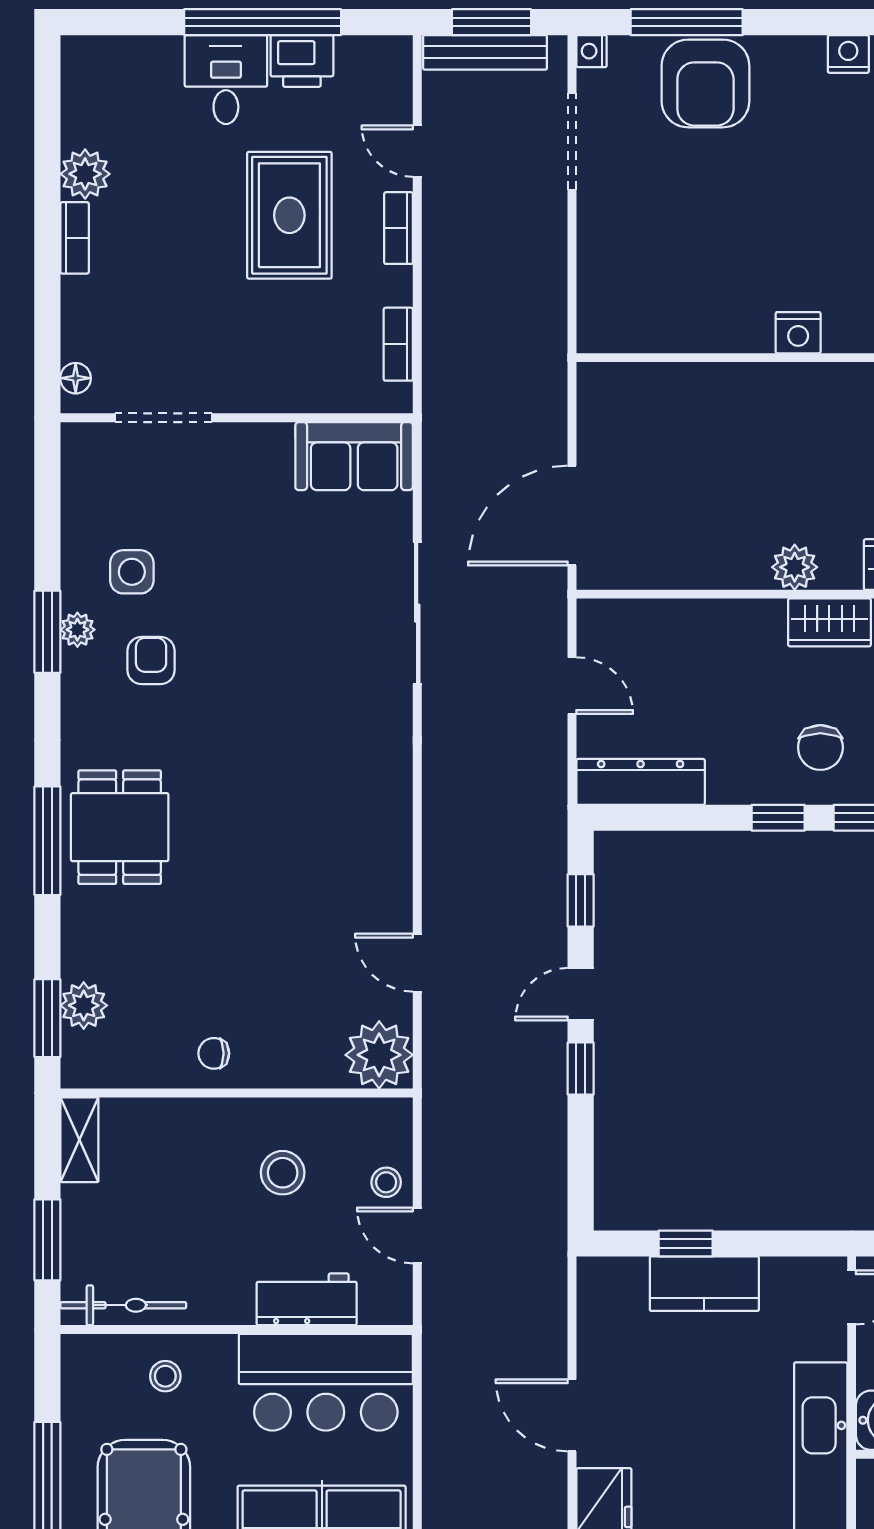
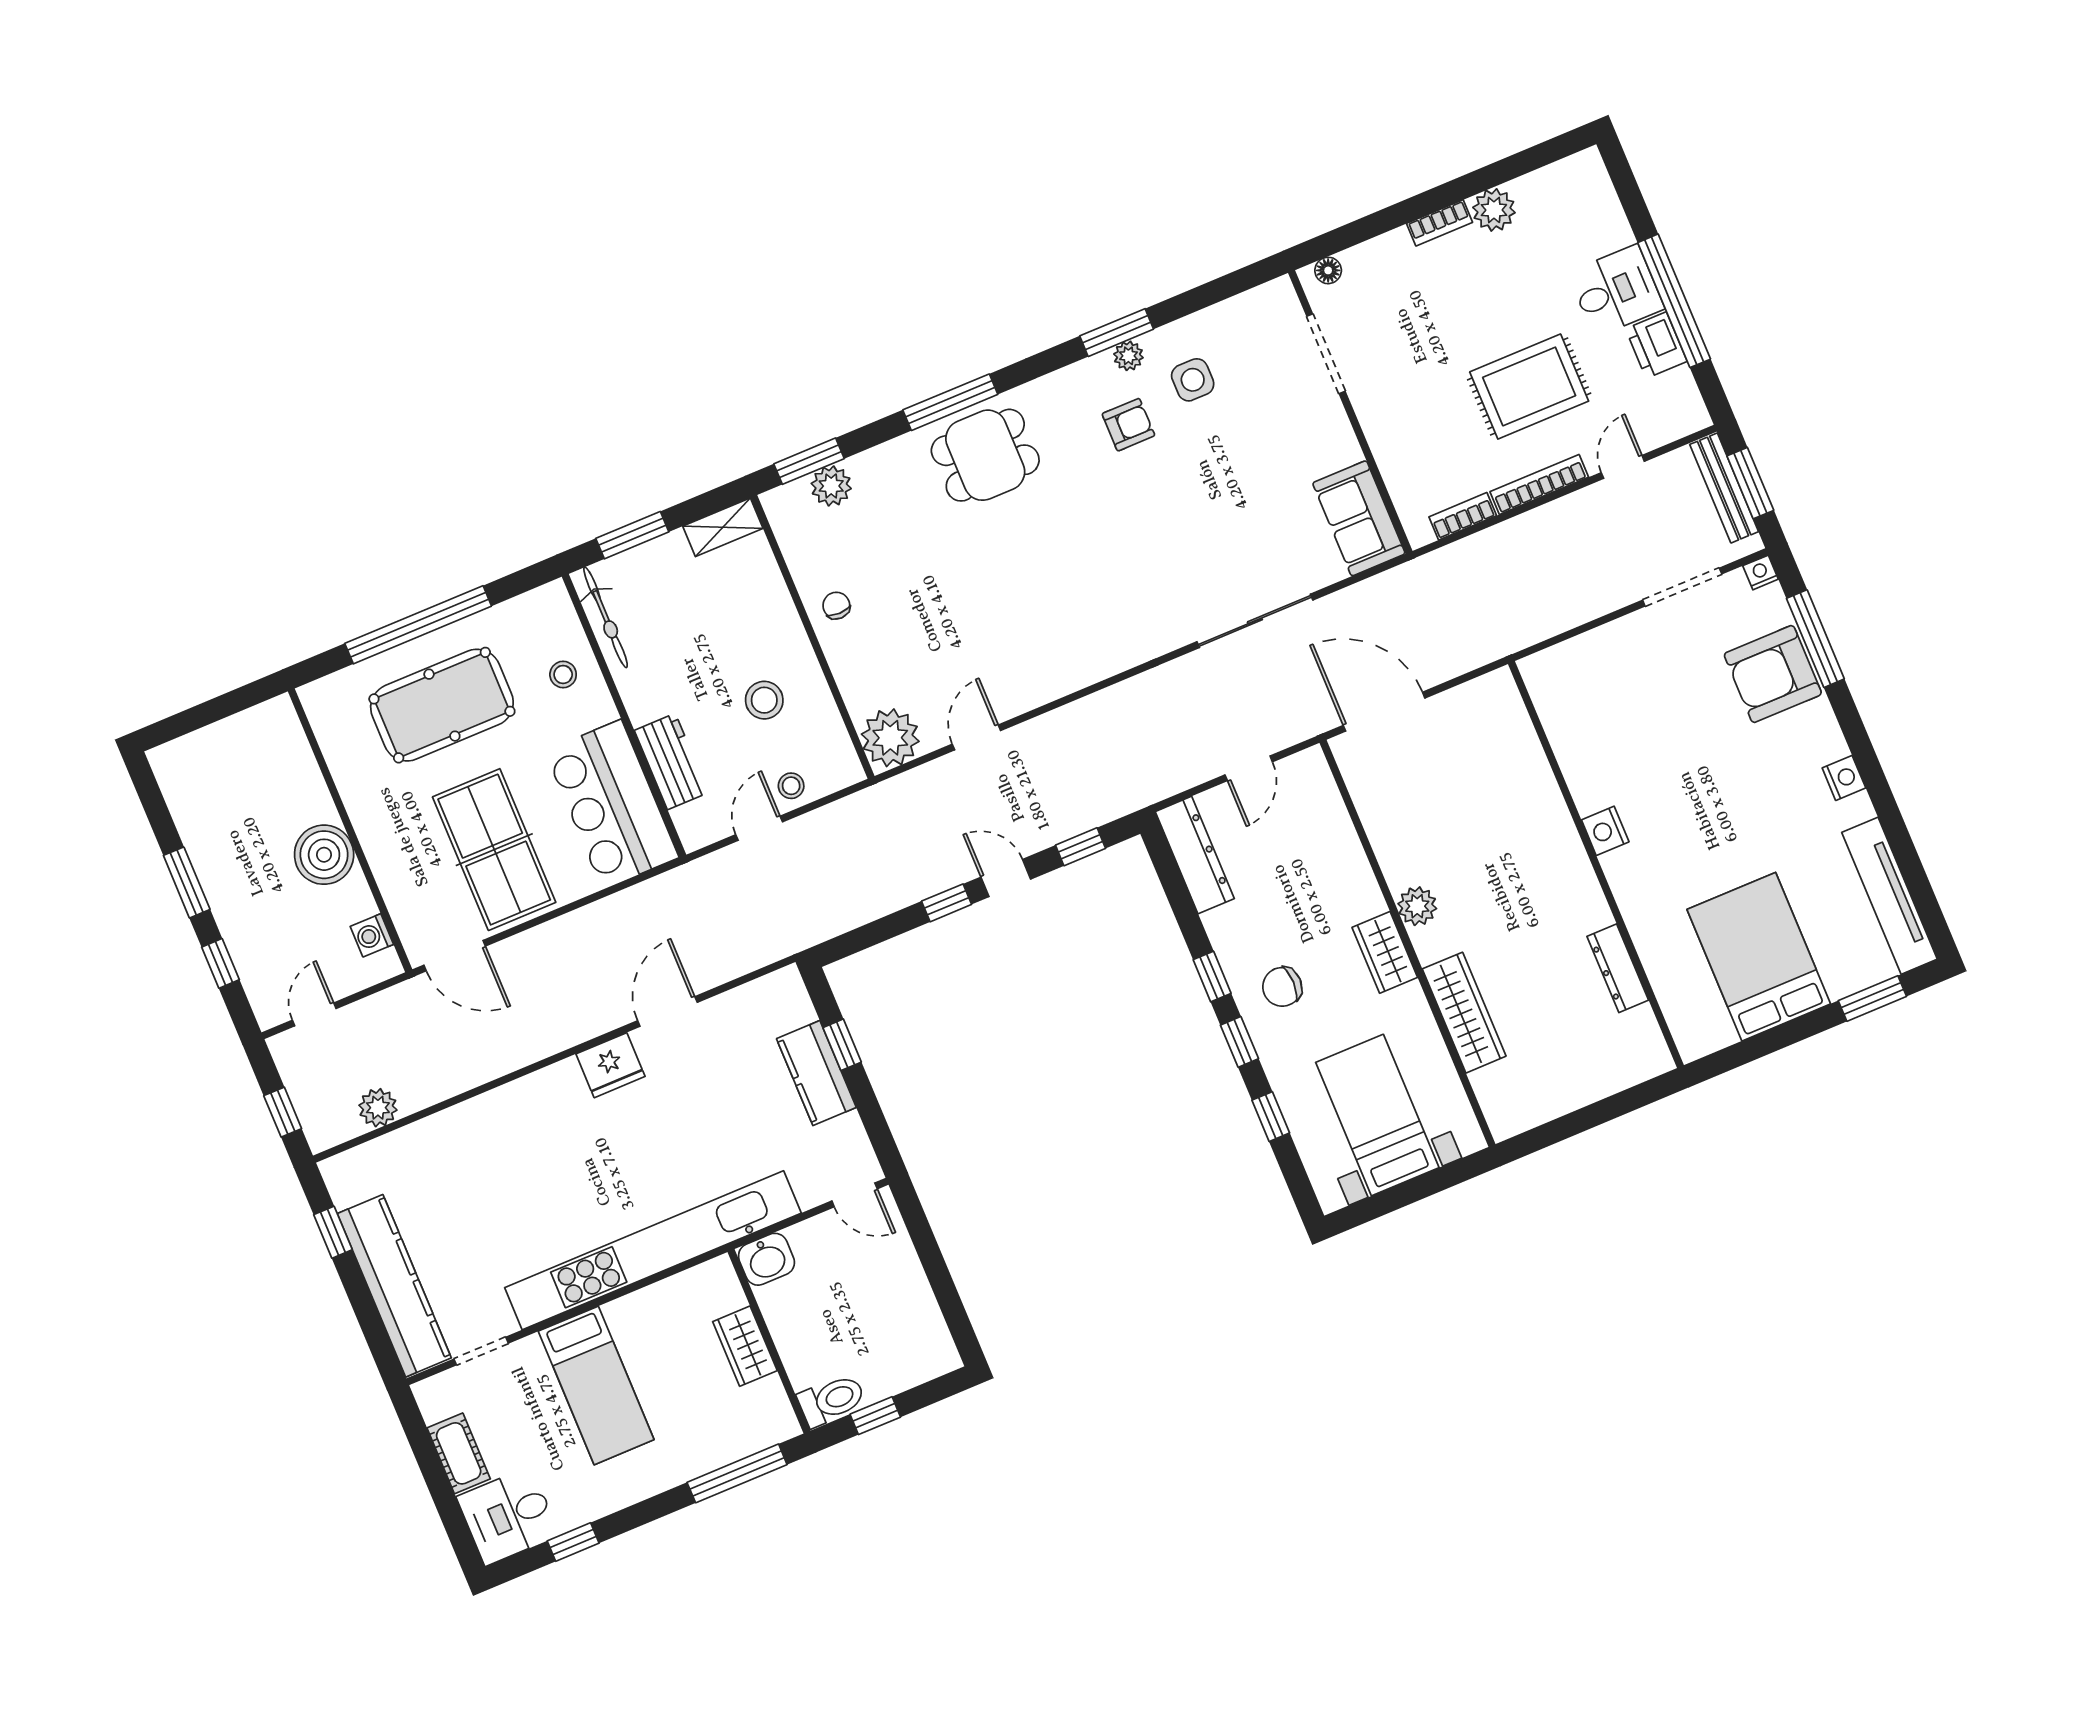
bookcase: (399, 228) -> (1539, 484), width x1.56

